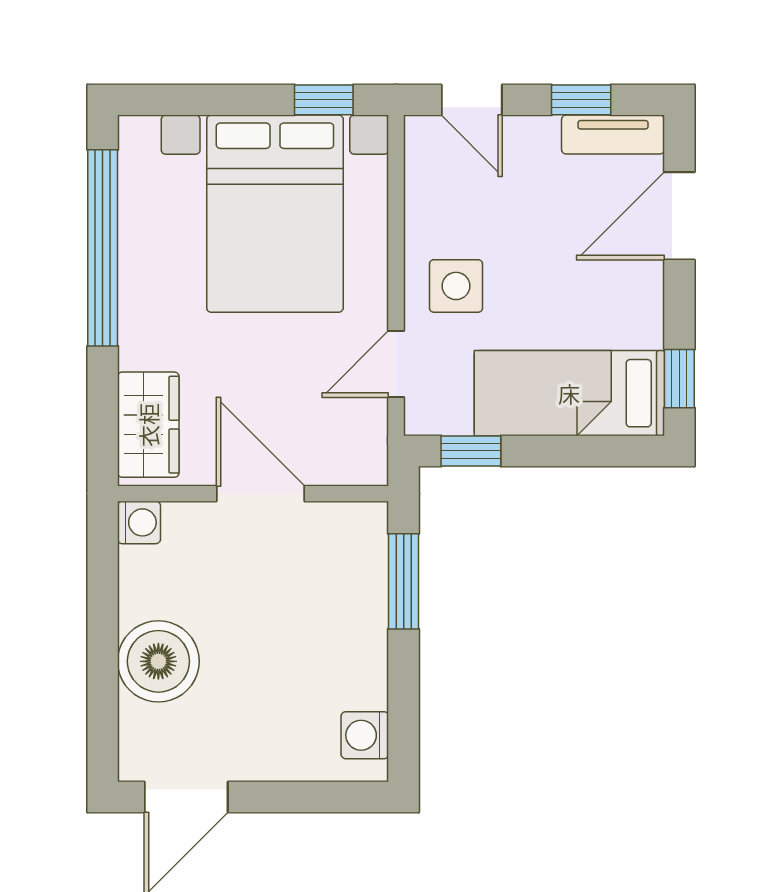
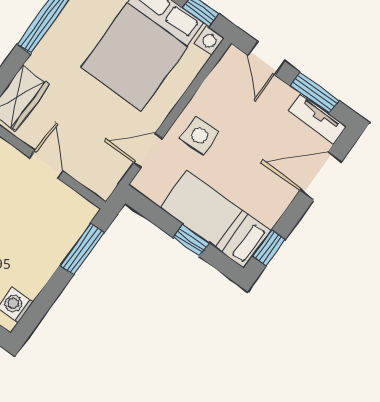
window: (581, 100) -> (315, 93), width x1.50
window: (471, 451) -> (191, 241), moved
door: (261, 494) -> (47, 165), width x0.73

